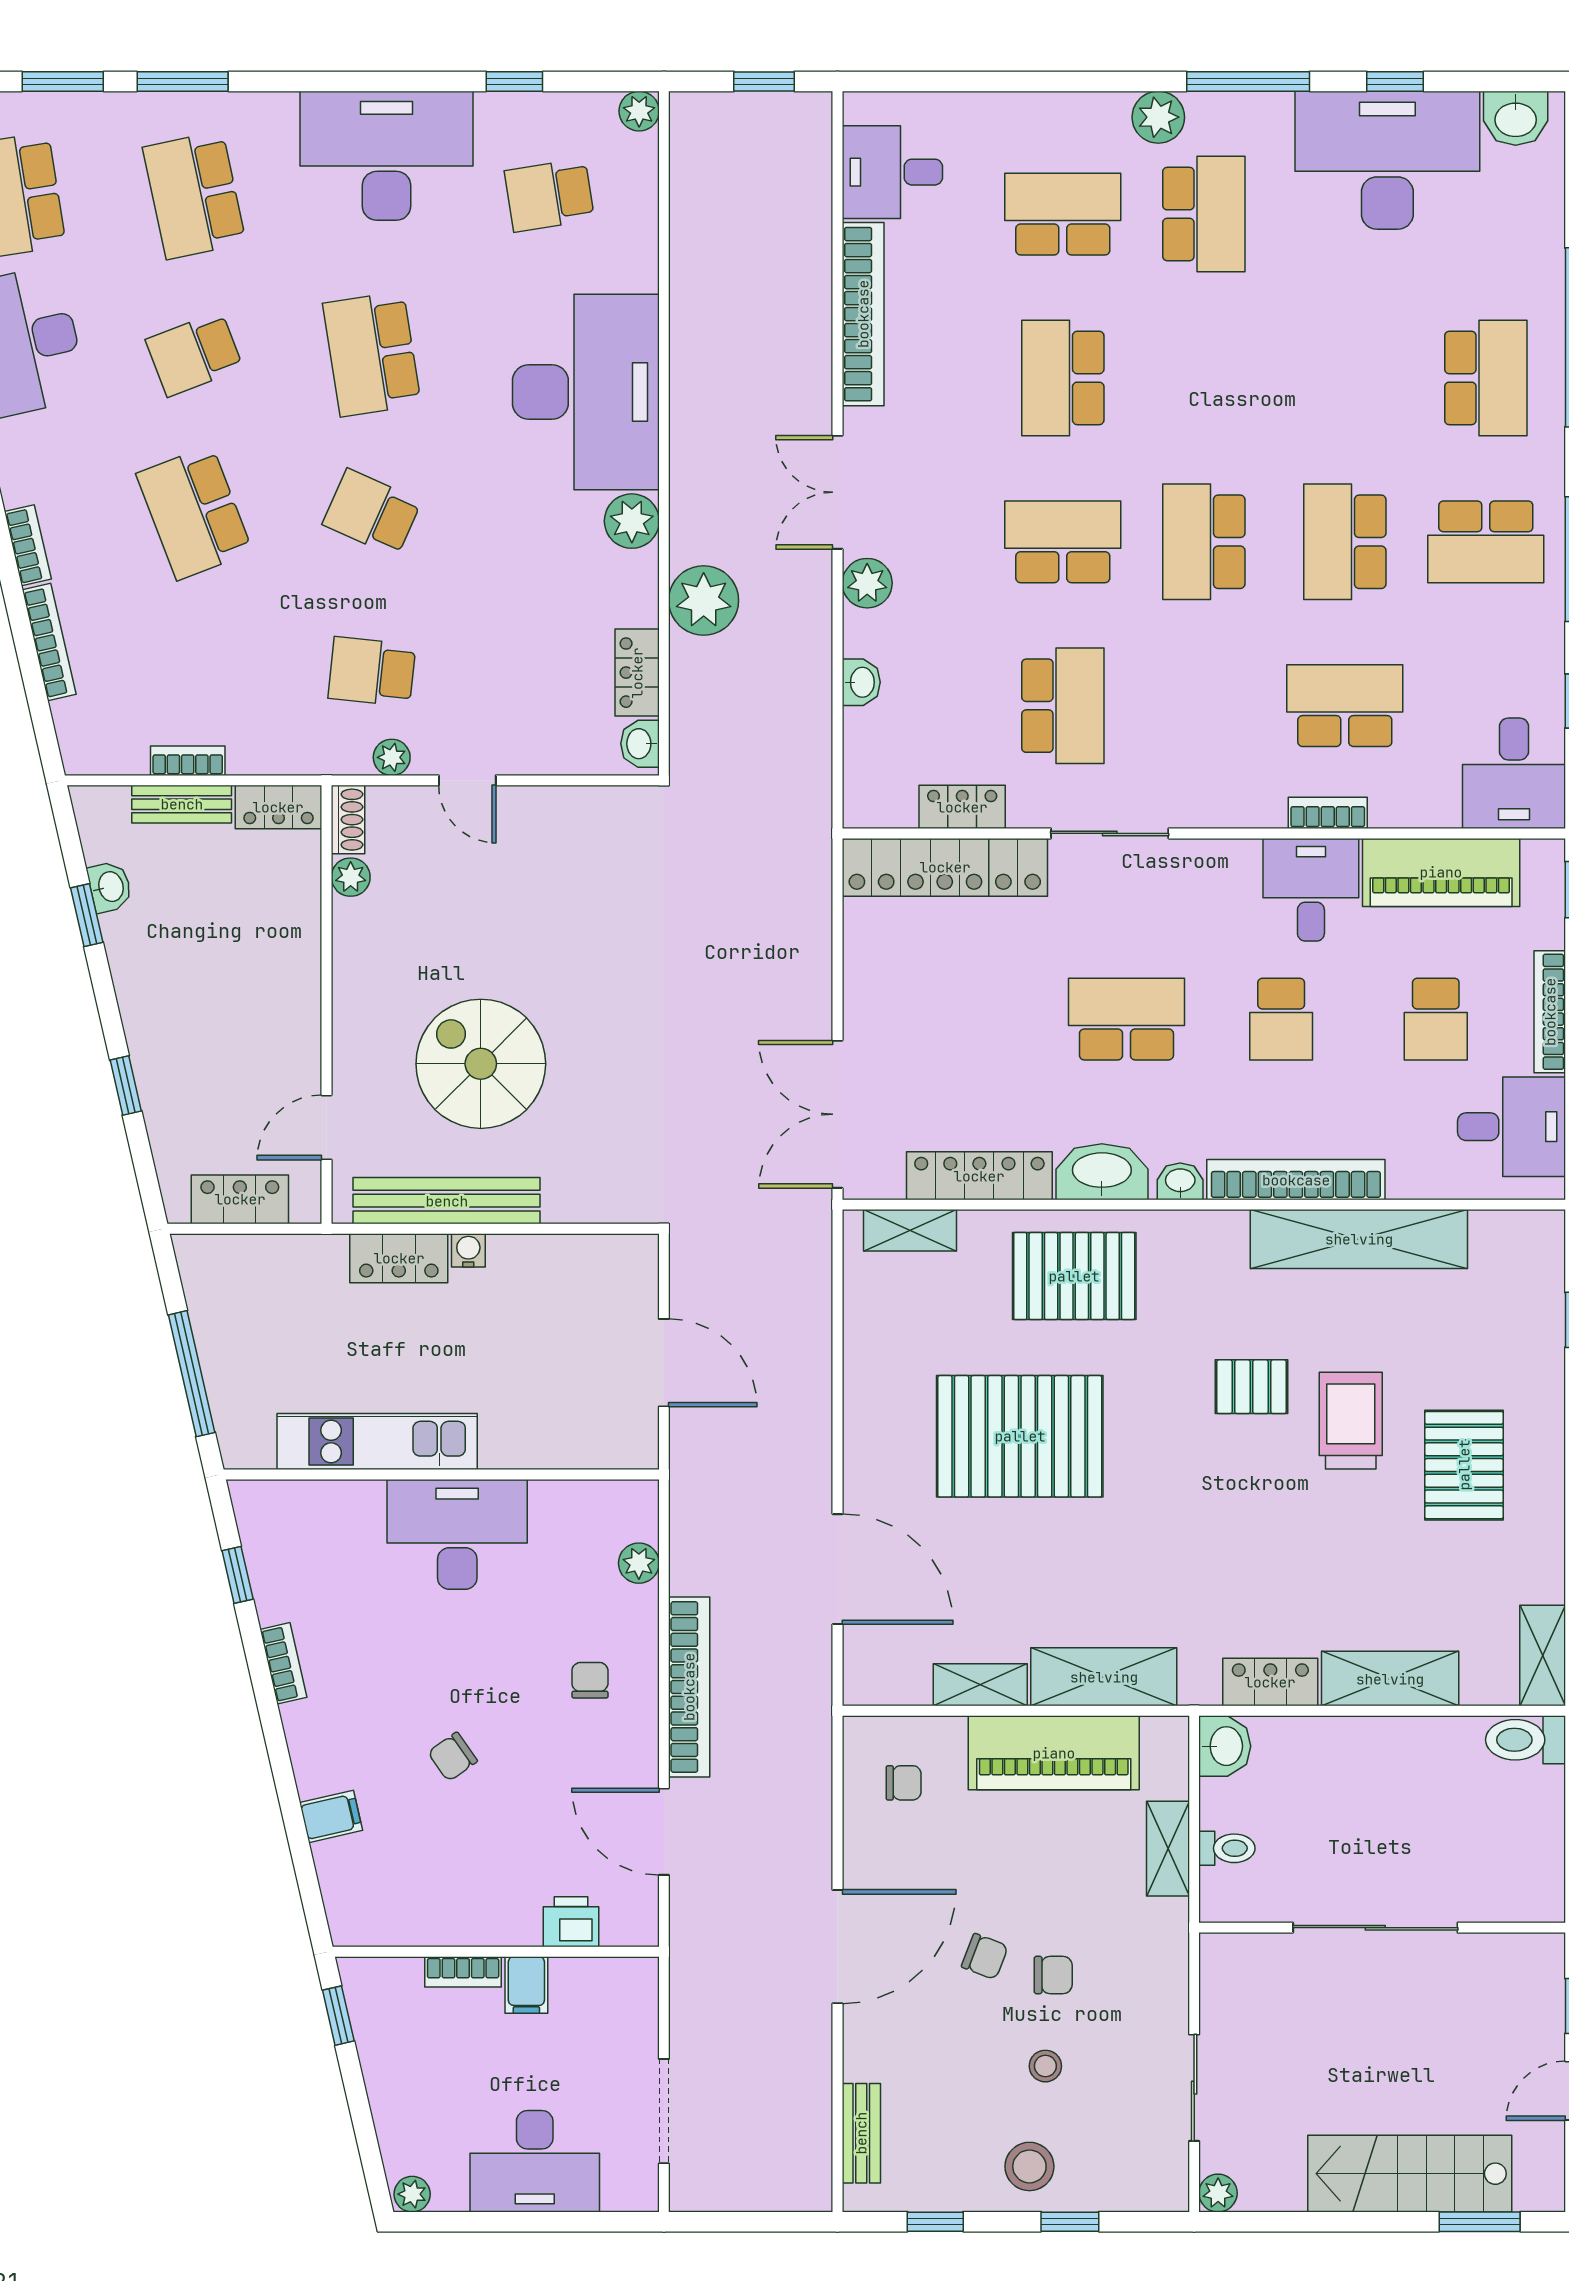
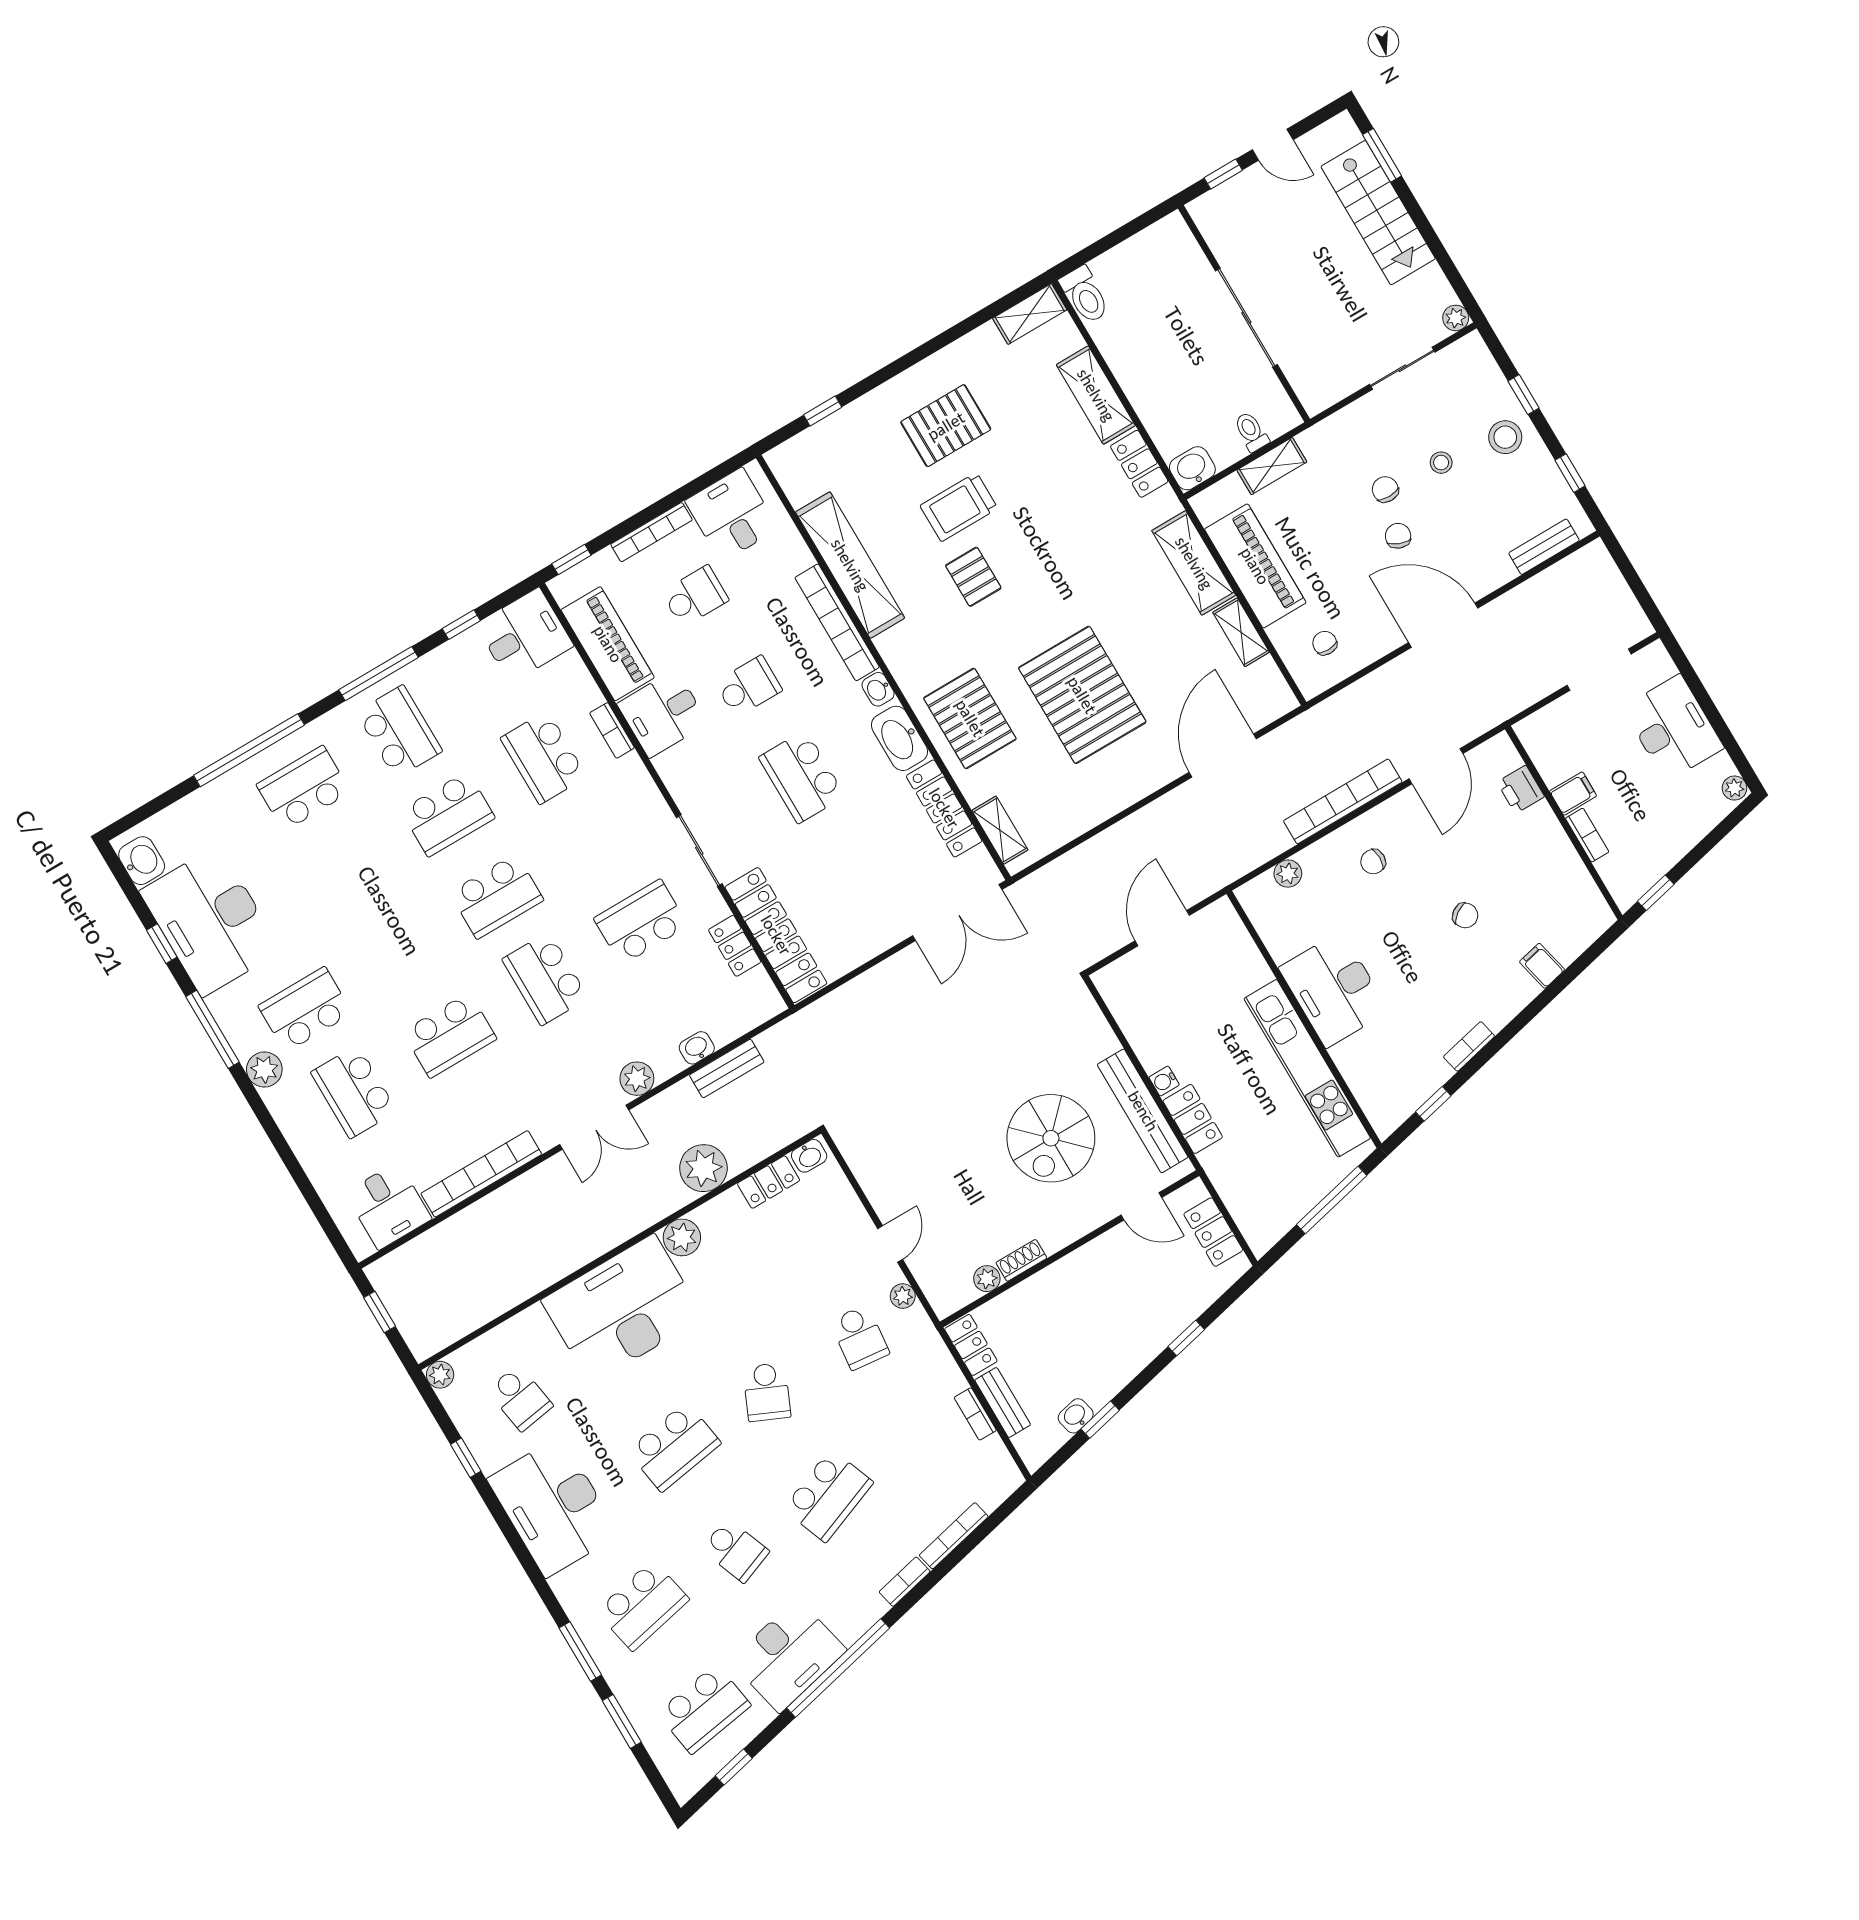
bench: (813, 705) -> (727, 1069), added
shoe rack: (348, 820) -> (1021, 1260), moved
kitchen unit: (377, 1442) -> (1307, 1068), width x1.36

